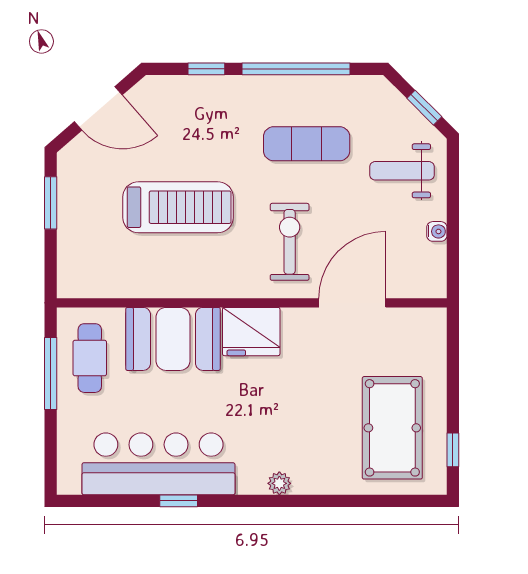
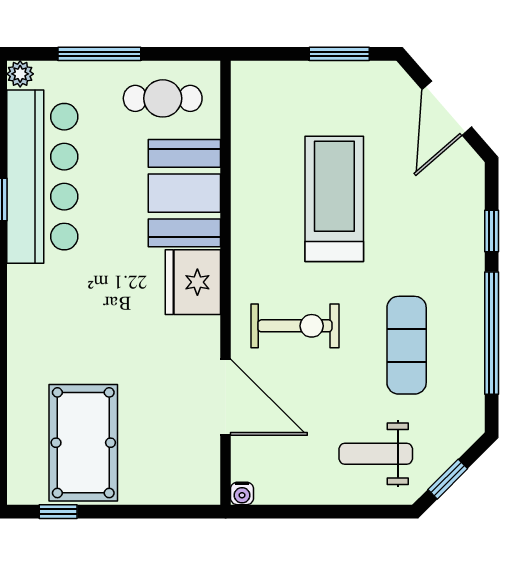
weight bench: (402, 171) -> (376, 454), turned -90
treadmill: (178, 207) -> (334, 199), turned 180
water cooler: (437, 231) -> (242, 493), moved
window: (51, 374) -> (99, 54), moved
pool table: (392, 428) -> (83, 443), turned 90
plant: (279, 483) -> (20, 74), moved

